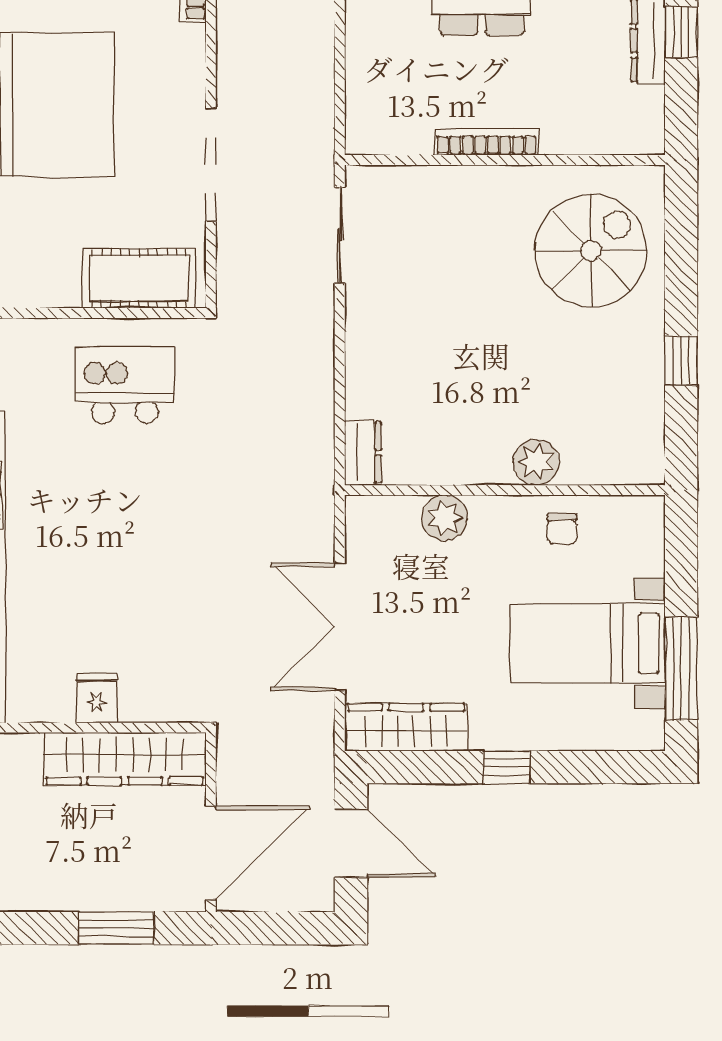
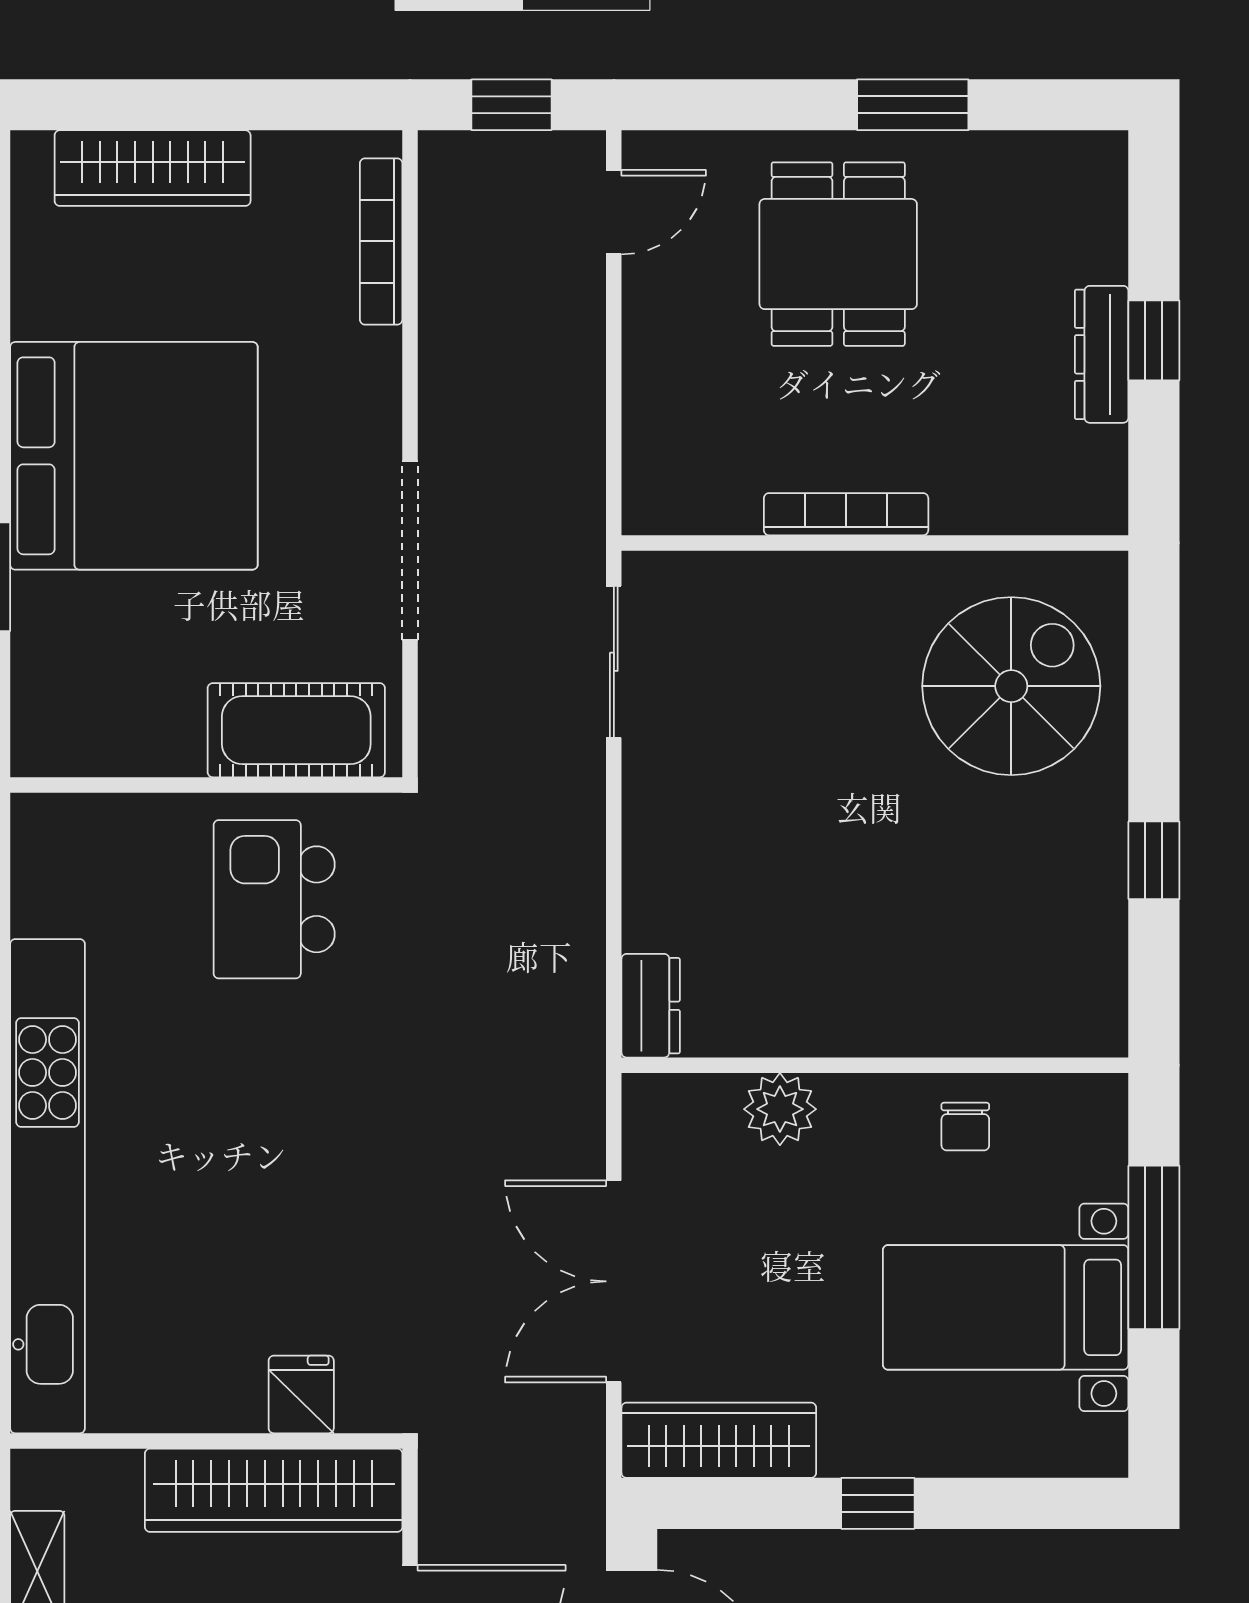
kitchen island: (125, 385) -> (274, 899), turned -90
plant: (536, 462) -> (924, 1021), removed
window: (681, 668) -> (1154, 1247), moved
fridge: (97, 698) -> (301, 1394), moved

